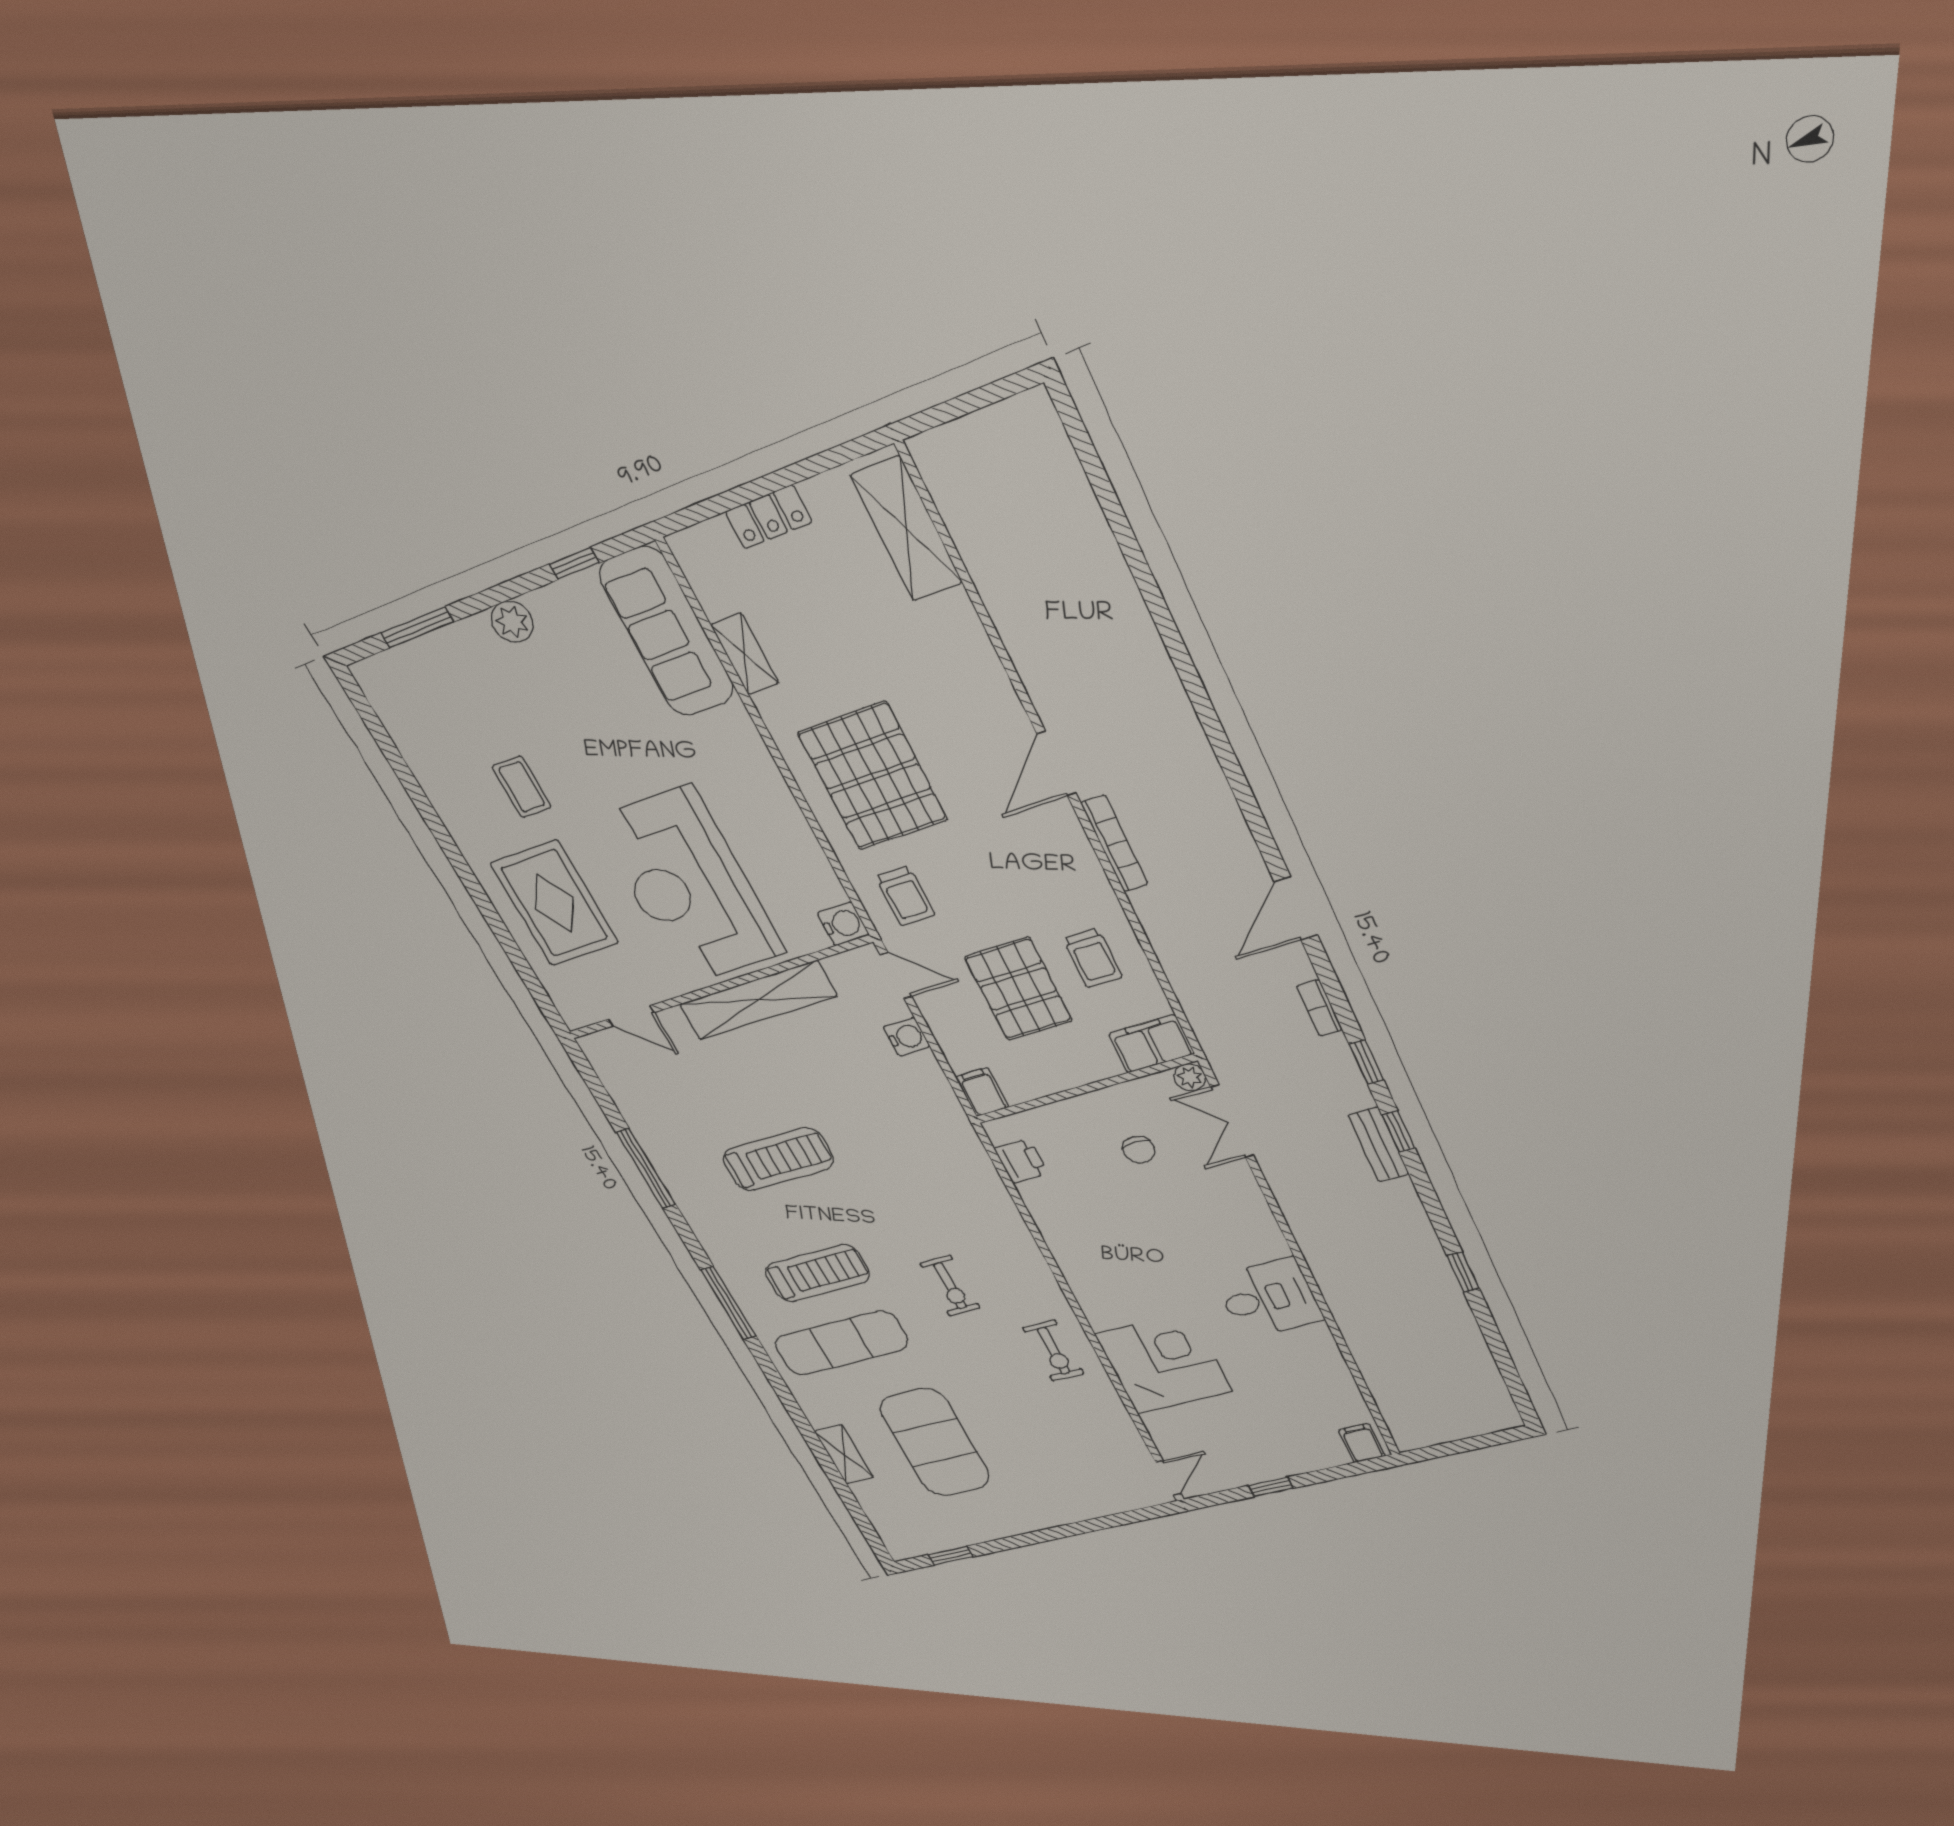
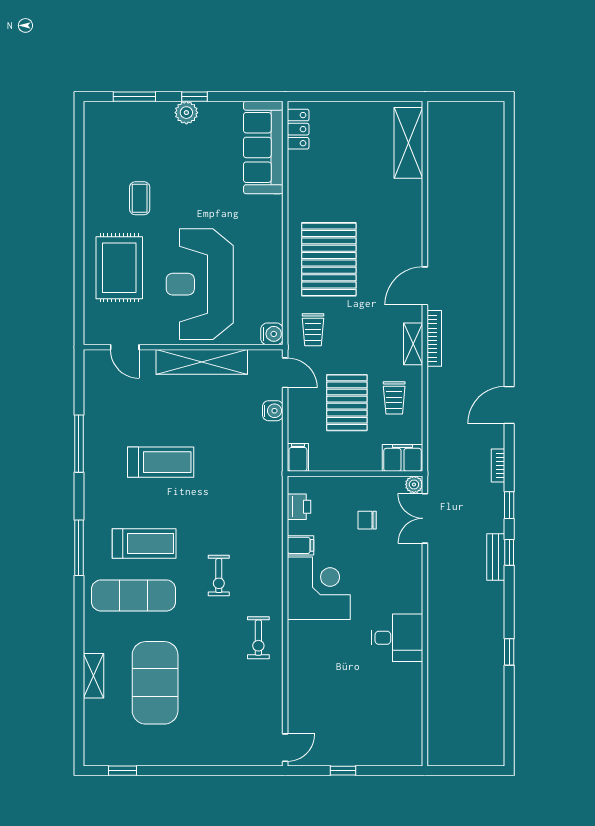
locker: (769, 517) -> (298, 129), moved, turned -90
window: (574, 563) -> (195, 97), moved
shelving: (745, 654) -> (413, 344), moved
chair: (1139, 1150) -> (367, 520), turned 90
corner desk: (1164, 1363) -> (319, 588), moved
filing cabinet: (1362, 1443) -> (301, 545), moved, turned 90

